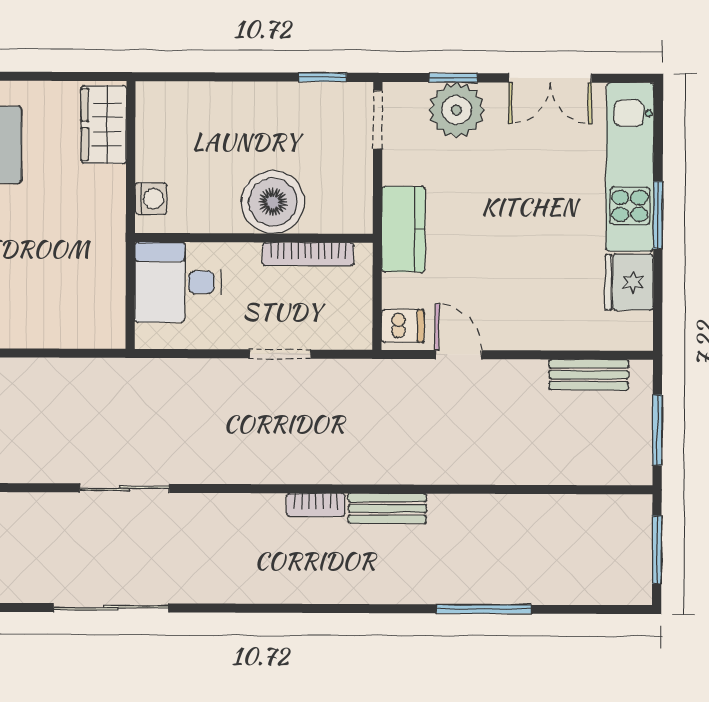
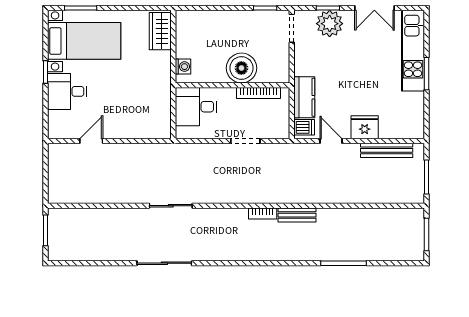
kitchen counter: (403, 229) -> (304, 97), moved
fridge: (629, 282) -> (365, 127), moved, turned 90
bench: (589, 375) -> (387, 150), width x1.36

